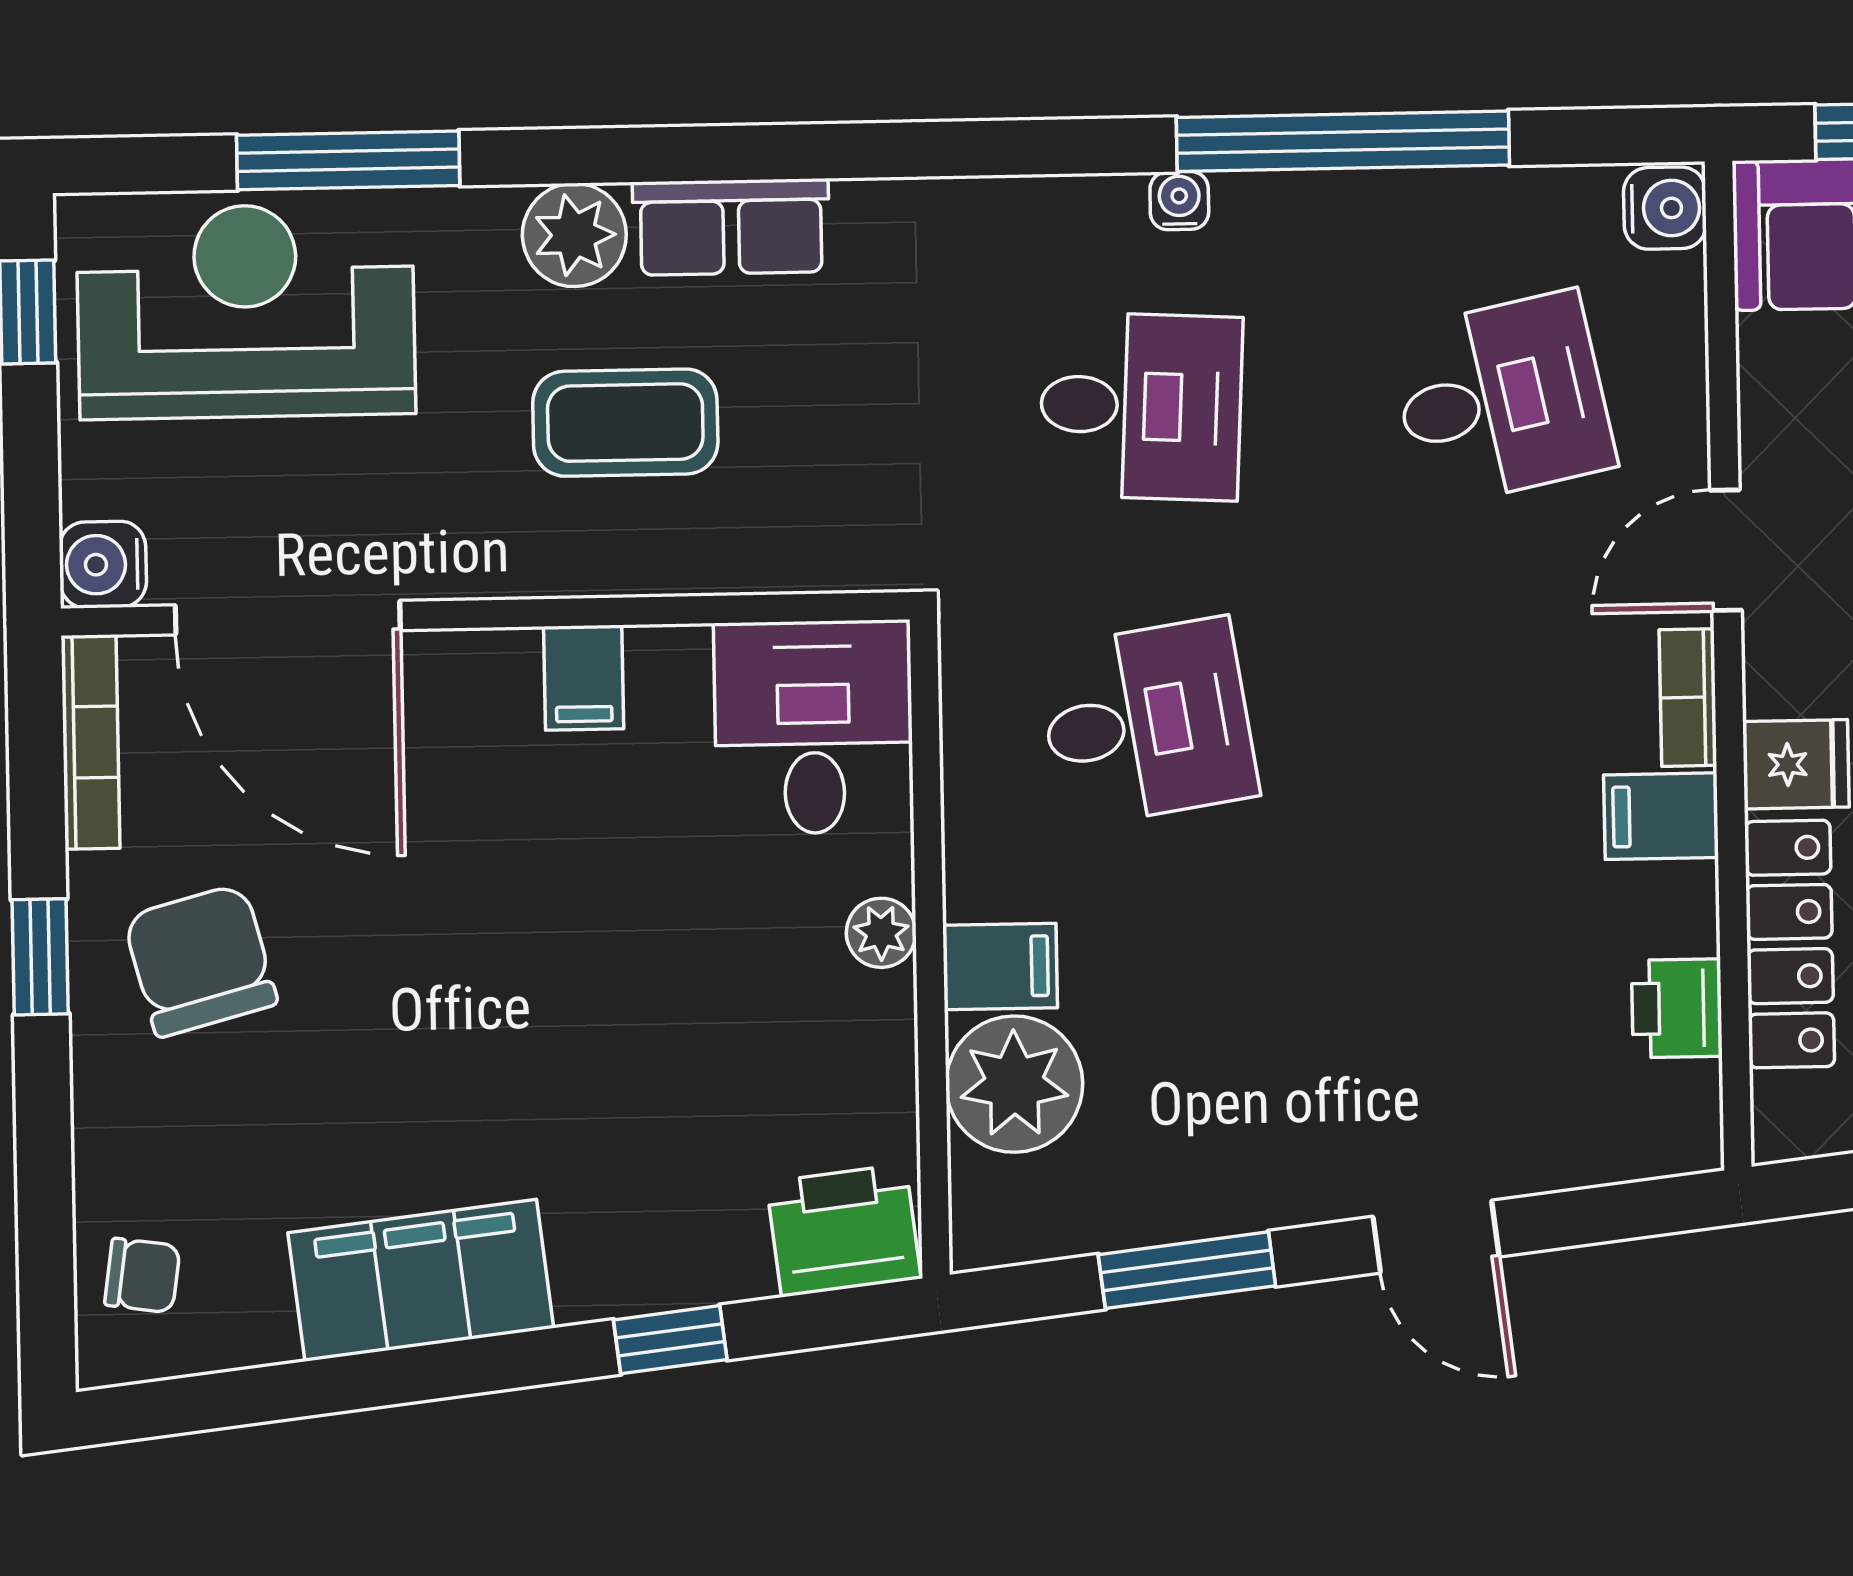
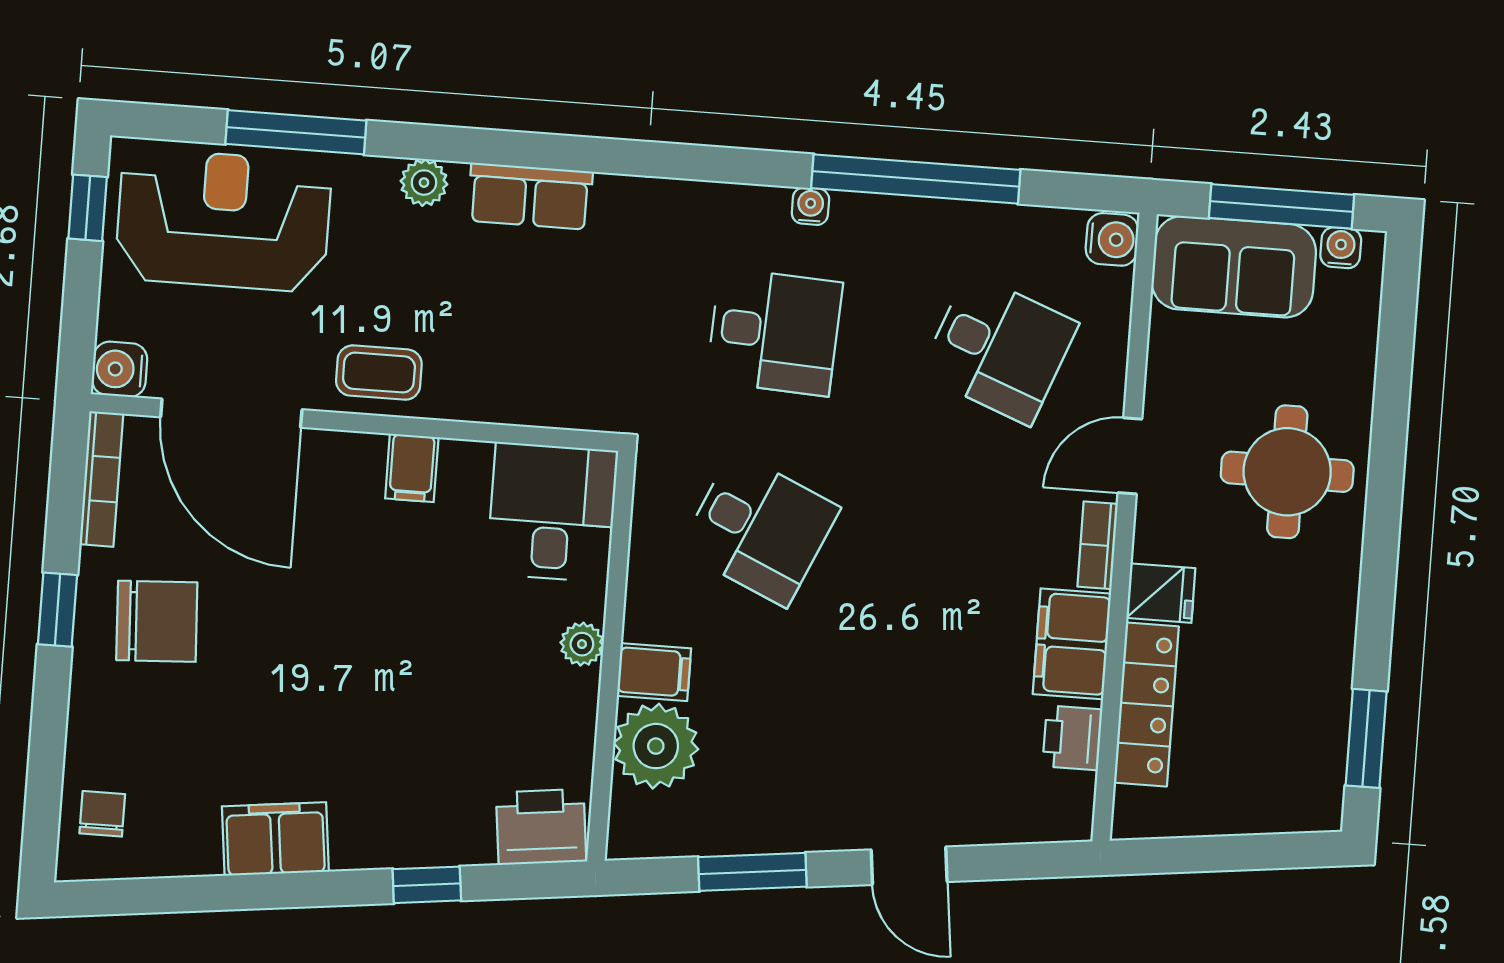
plant: (574, 235) -> (424, 183), width x0.73, depth x0.73
desk: (1502, 399) -> (999, 349), turned 33
coffee table: (625, 423) -> (379, 373), moved, width x0.73, depth x0.77
desk: (1147, 722) -> (760, 529), turned 33
filing cabinet: (1661, 816) -> (1072, 644), width x2.00
chair: (200, 960) -> (157, 621), turned 102
chair: (142, 1275) -> (102, 814), turned -98
filing cabinet: (421, 1280) -> (275, 839), width x0.67, depth x0.86

